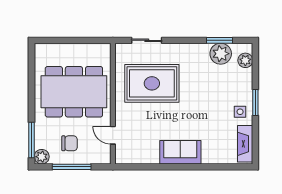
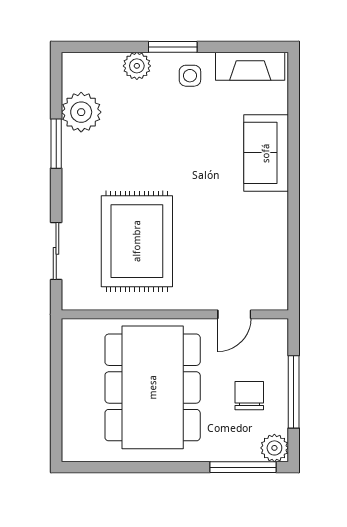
window: (219, 40) -> (56, 144), moved
plant: (245, 60) -> (137, 66), moved
sofa: (180, 152) -> (266, 153), moved

